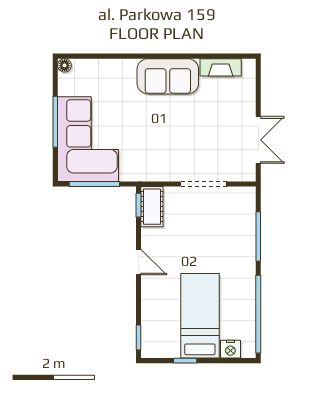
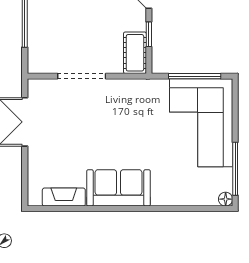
window: (55, 122) -> (235, 169), moved
window: (139, 205) -> (149, 34), moved

